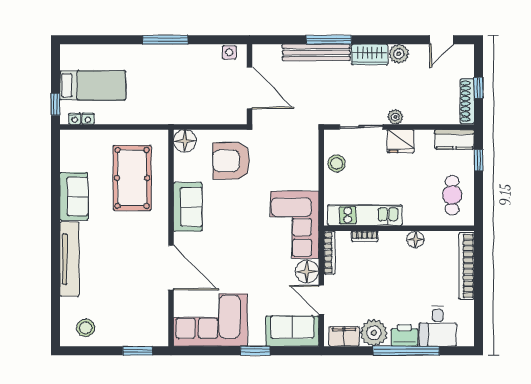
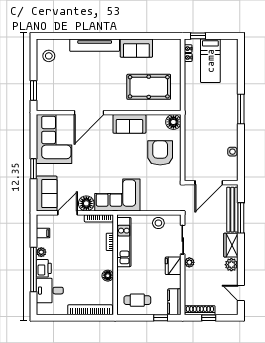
wall: (250, 84) -> (211, 183), moved
door: (250, 88) -> (209, 183), moved
plant: (374, 333) -> (41, 252), width x0.53, depth x0.53
filing cabinet: (344, 336) -> (43, 233), width x0.50

